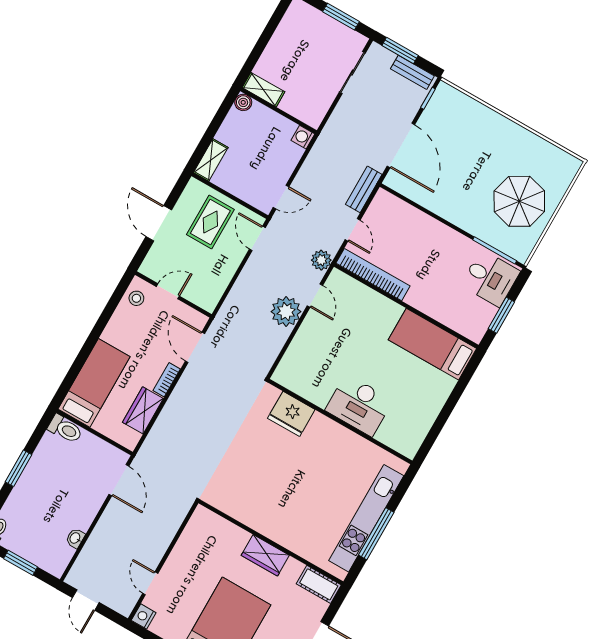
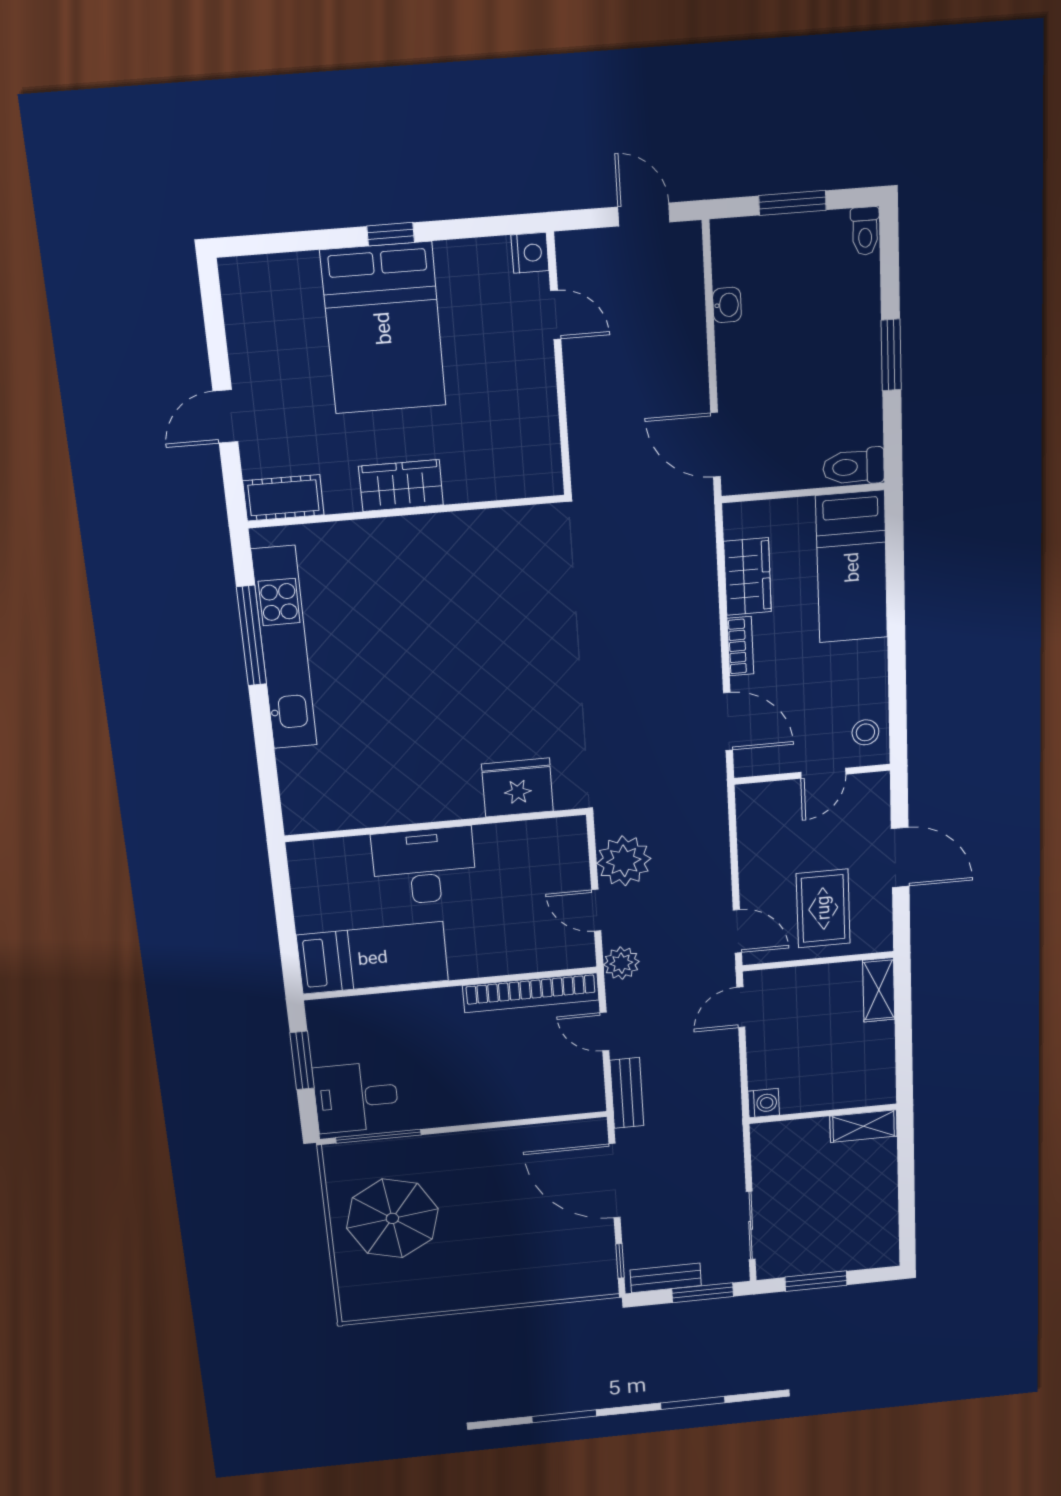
boiler: (243, 102) -> (882, 1092), removed
desk: (359, 405) -> (424, 866), moved
fridge: (291, 414) -> (518, 788), moved
wall: (340, 421) -> (436, 825), moved

